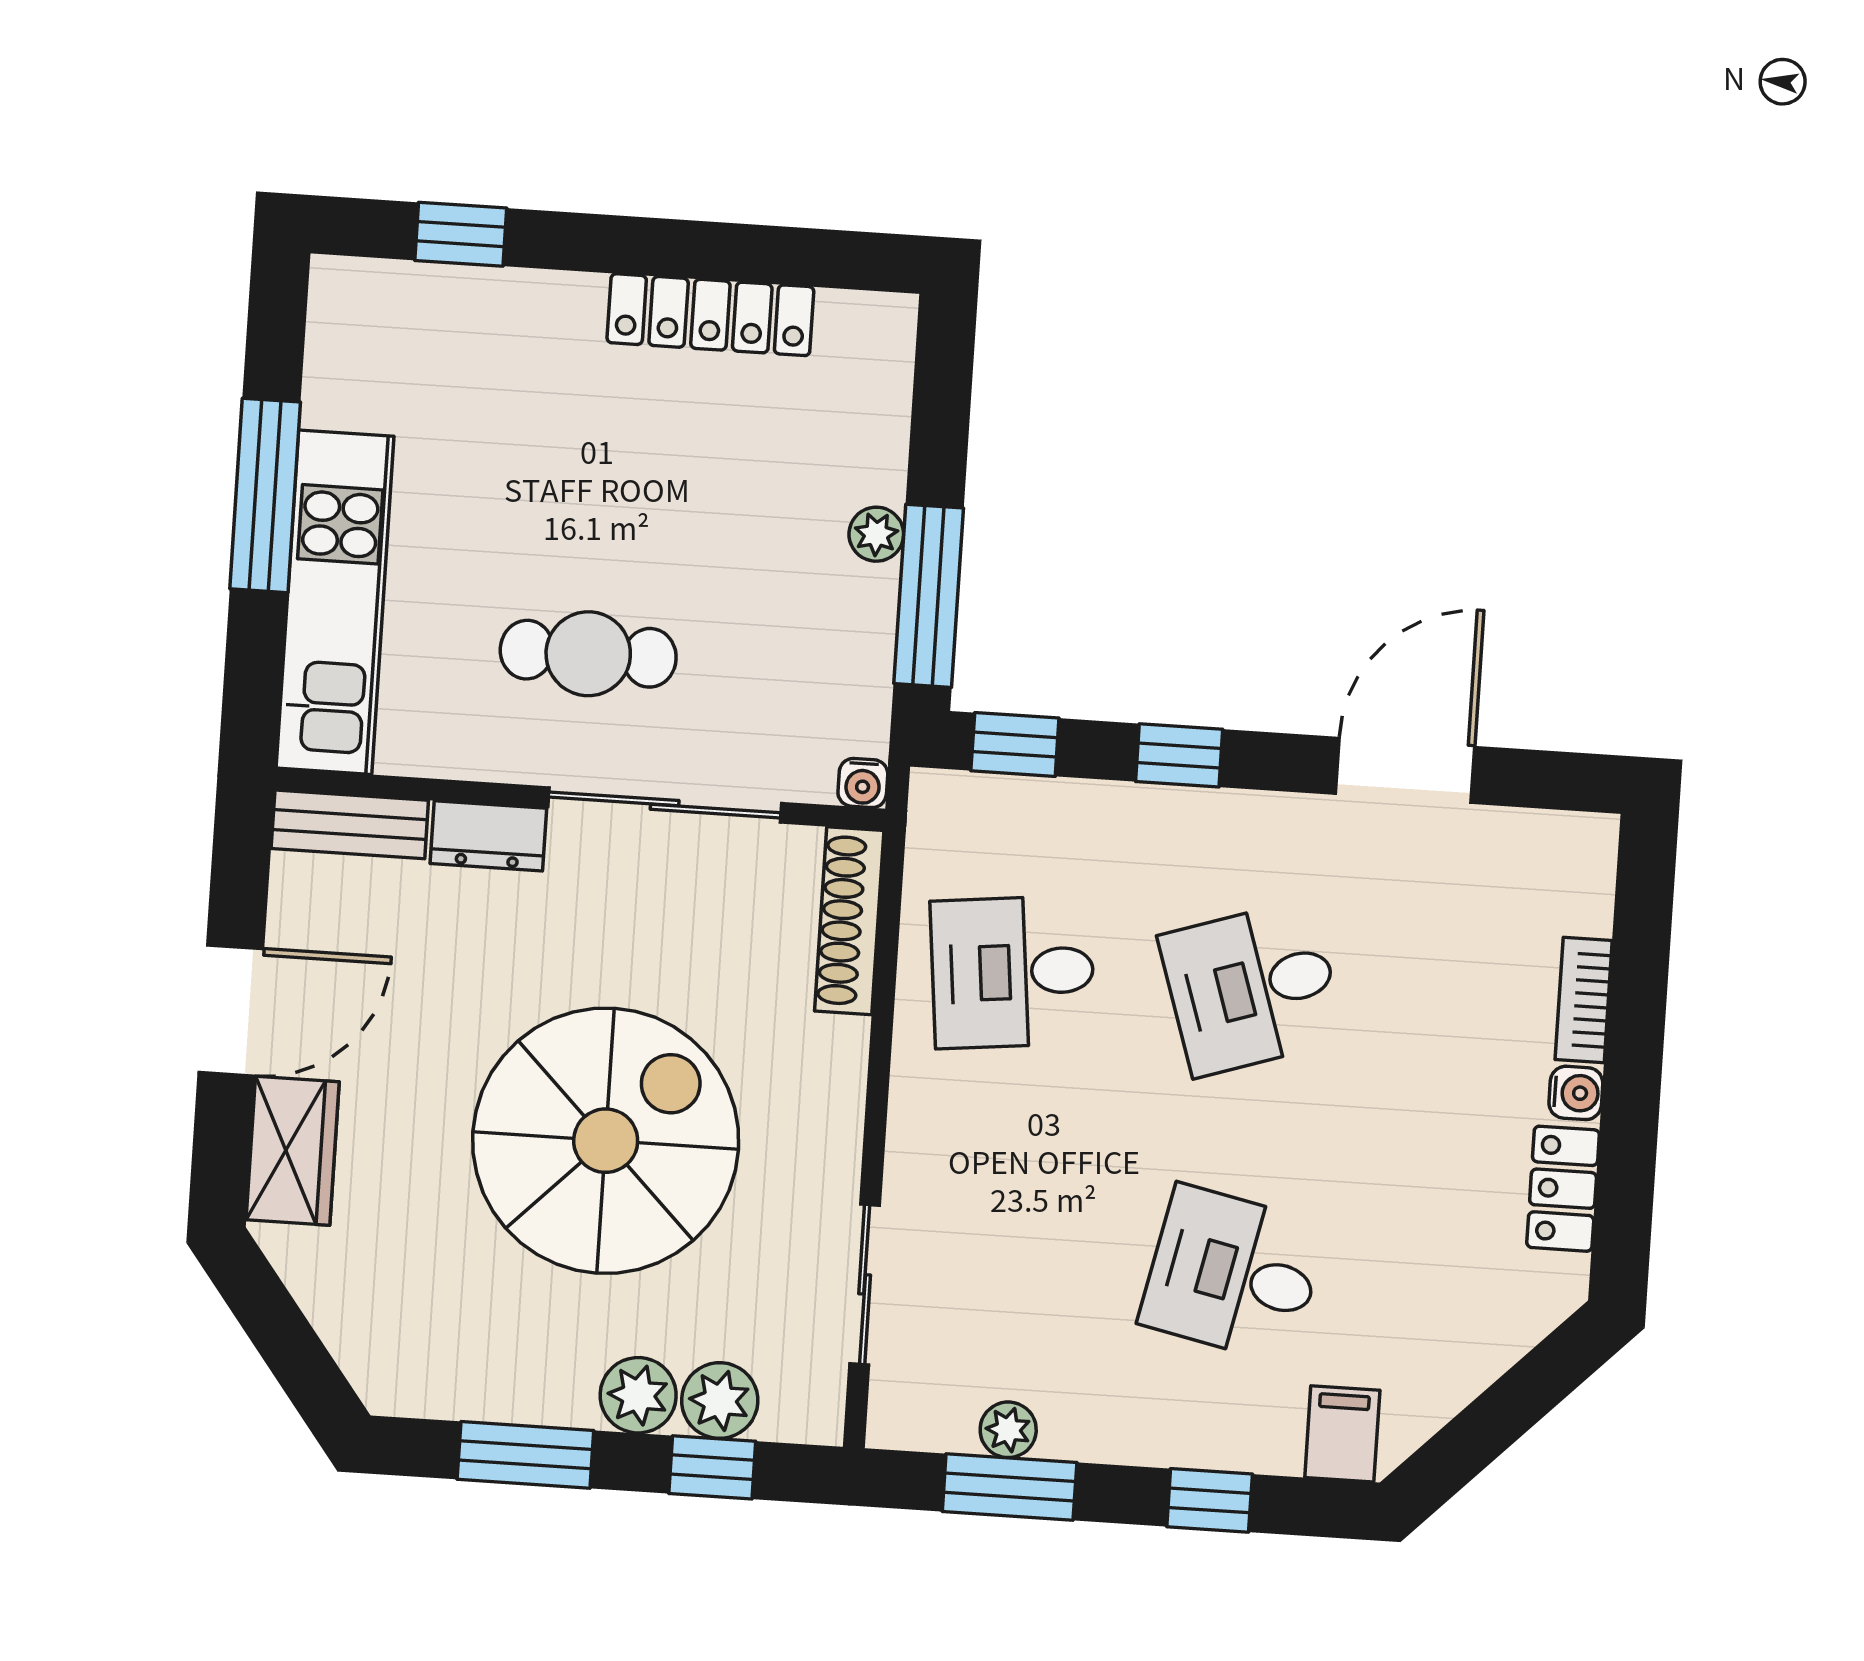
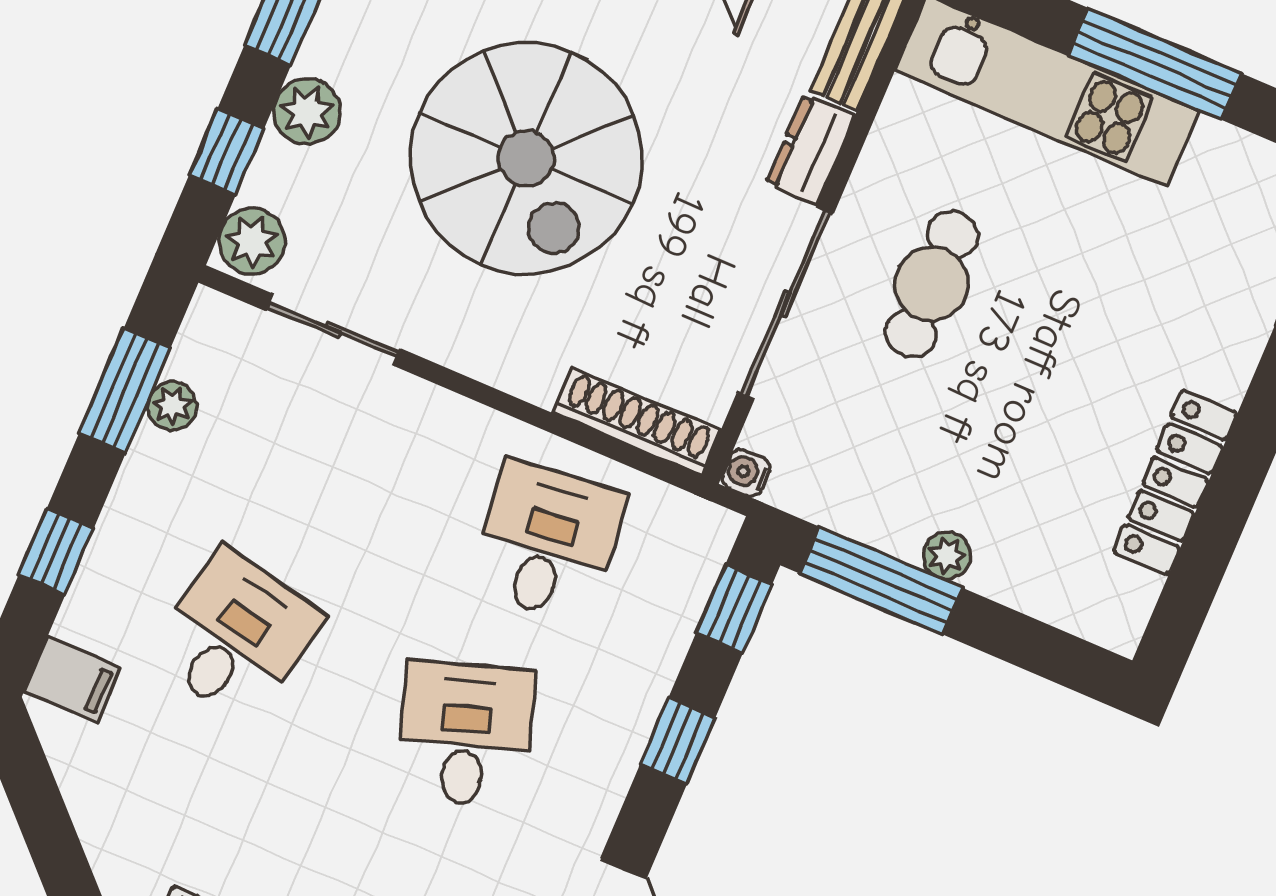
plant: (720, 1401) -> (252, 241), moved

